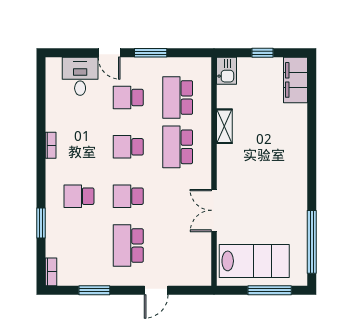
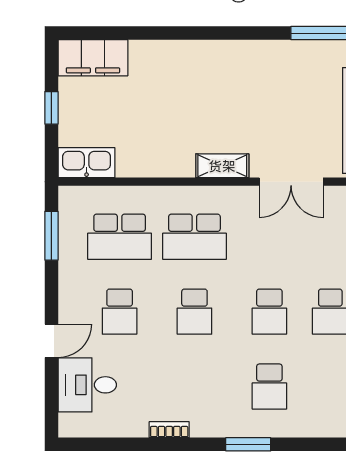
window: (151, 53) -> (51, 236), moved
kitchen sink: (226, 71) -> (87, 163), width x1.38
shelving: (224, 126) -> (222, 166), moved
bookcase: (51, 145) -> (169, 430), moved
window: (41, 223) -> (248, 444), moved

